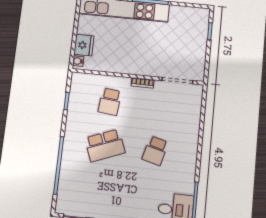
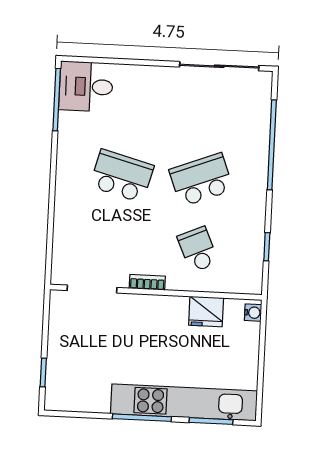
fridge: (84, 45) -> (206, 311), moved, turned -90
school desk: (110, 102) -> (198, 249), turned -30
school desk: (155, 151) -> (122, 176), width x1.85

